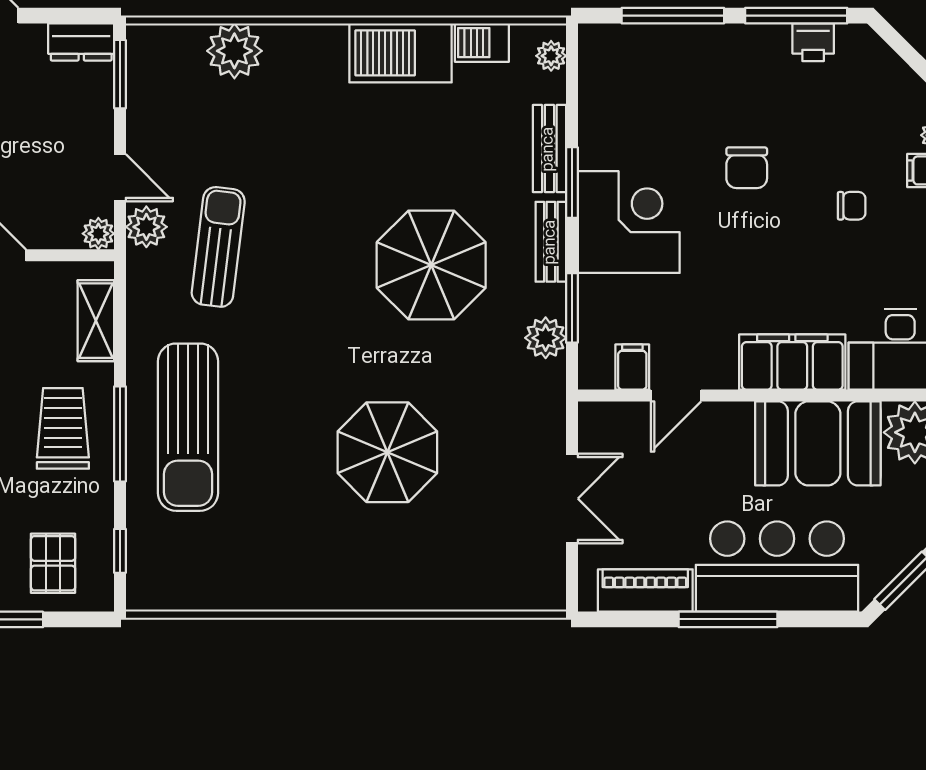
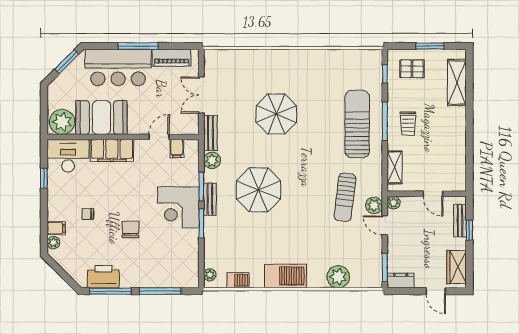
printer: (813, 42) -> (103, 277), width x1.87, depth x1.48
barbecue: (400, 53) -> (285, 276), moved
bench: (549, 149) -> (210, 133), moved
window: (572, 308) -> (201, 187), moved
trolley: (63, 428) -> (408, 124), width x0.73, depth x0.72
pallet: (53, 563) -> (412, 69), turned 90

